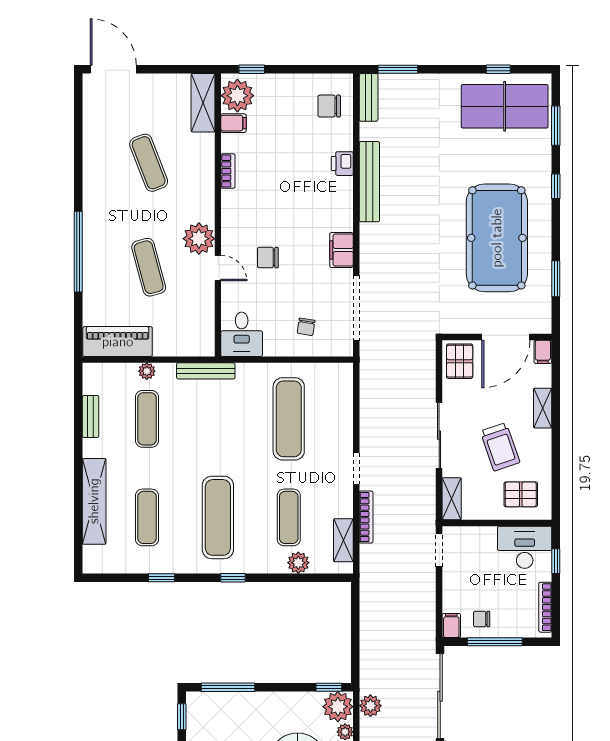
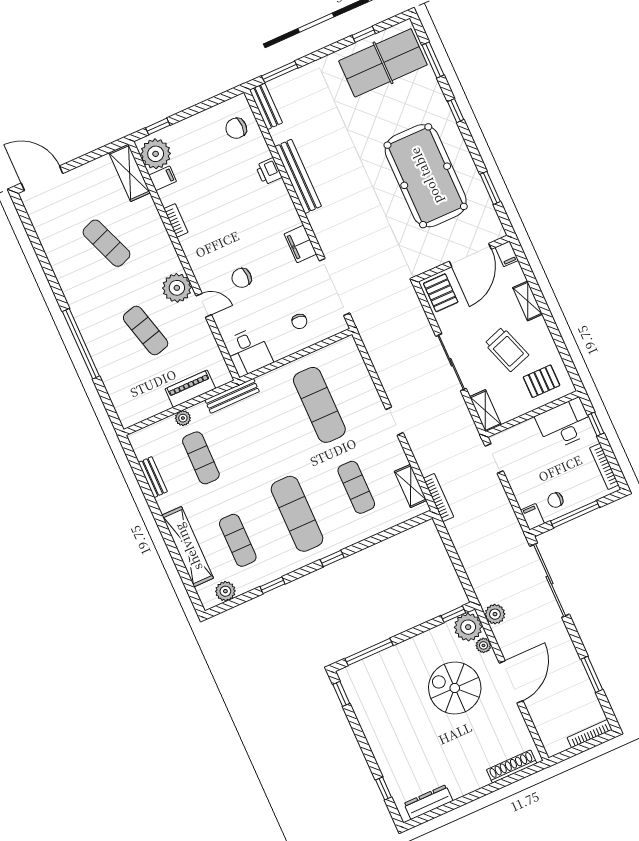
piano: (118, 342) -> (190, 389), moved, width x0.73, depth x0.75
bookcase: (366, 517) -> (438, 498), moved
plant: (298, 563) -> (225, 591), moved

